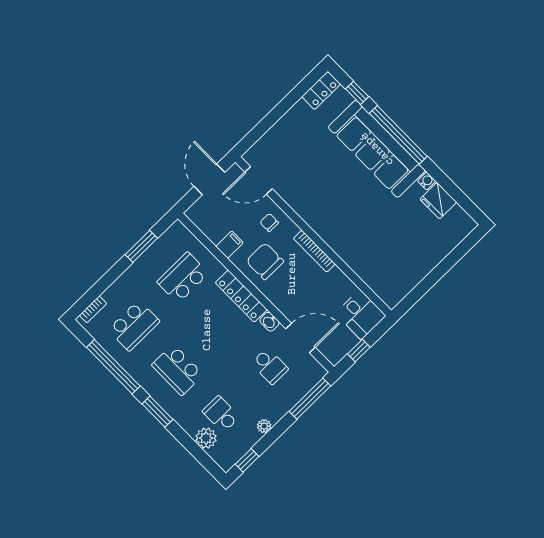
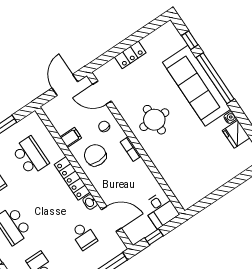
locker: (321, 90) -> (130, 55), moved
round table: (331, 202) -> (154, 120), added
bookcase: (314, 251) -> (131, 149), width x0.64
school desk: (183, 278) -> (30, 156), turned 90

